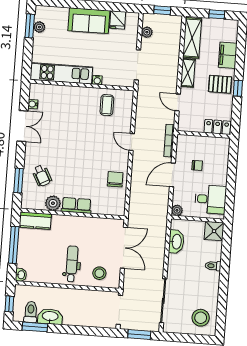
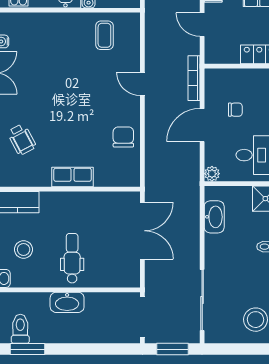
plant: (53, 203) -> (40, 176), removed
stool: (99, 273) -> (24, 249), moved
washbasin: (50, 316) -> (67, 302), moved, turned 180

